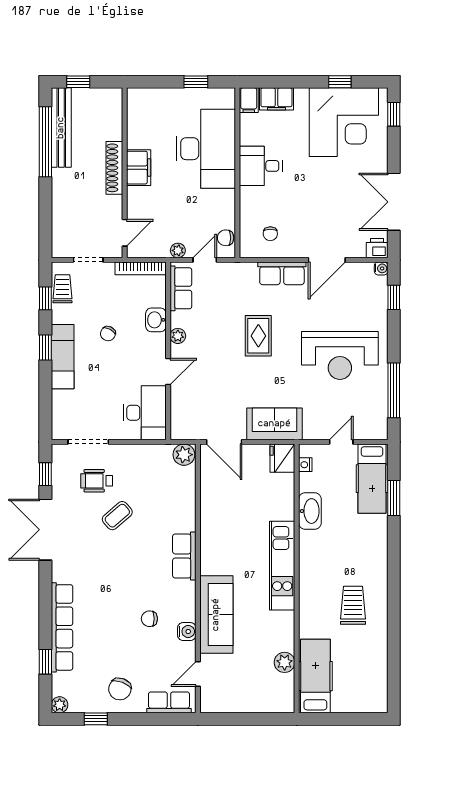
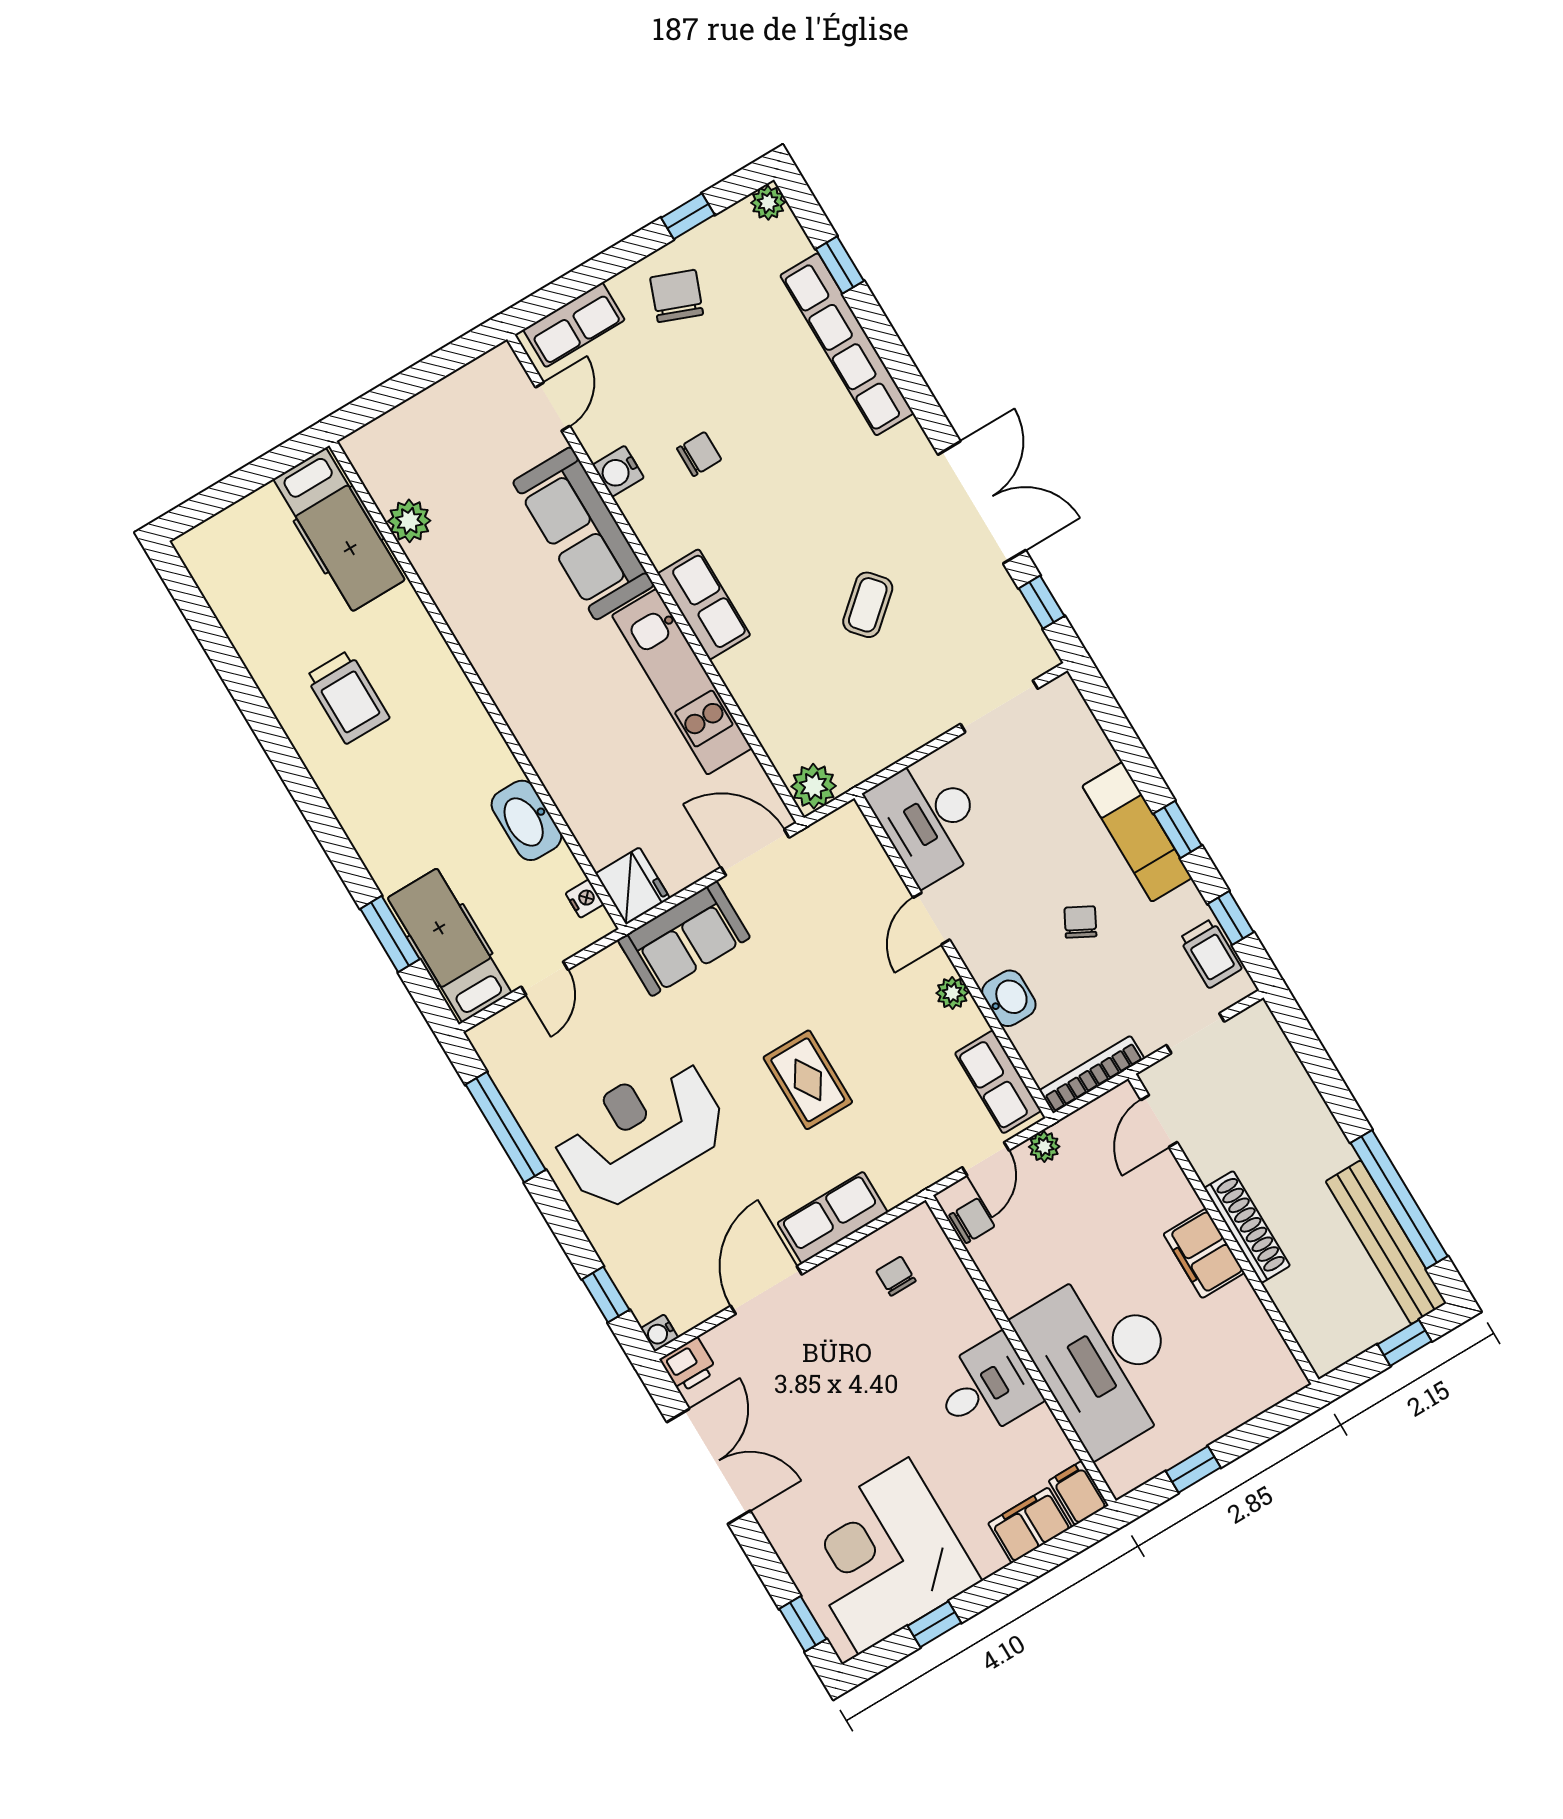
wheelchair: (97, 481) -> (942, 645), removed
kitchen unit: (282, 566) -> (682, 682), moved, turned 180

